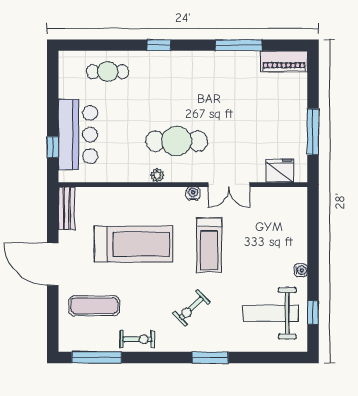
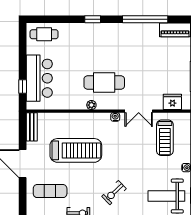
window: (239, 45) -> (145, 19), width x1.46
cafe table: (108, 72) -> (44, 34), moved
treadmill: (209, 245) -> (165, 138), moved

